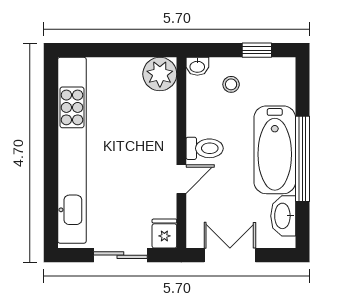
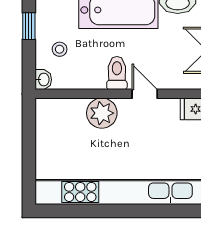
plant: (160, 74) -> (102, 113), moved

